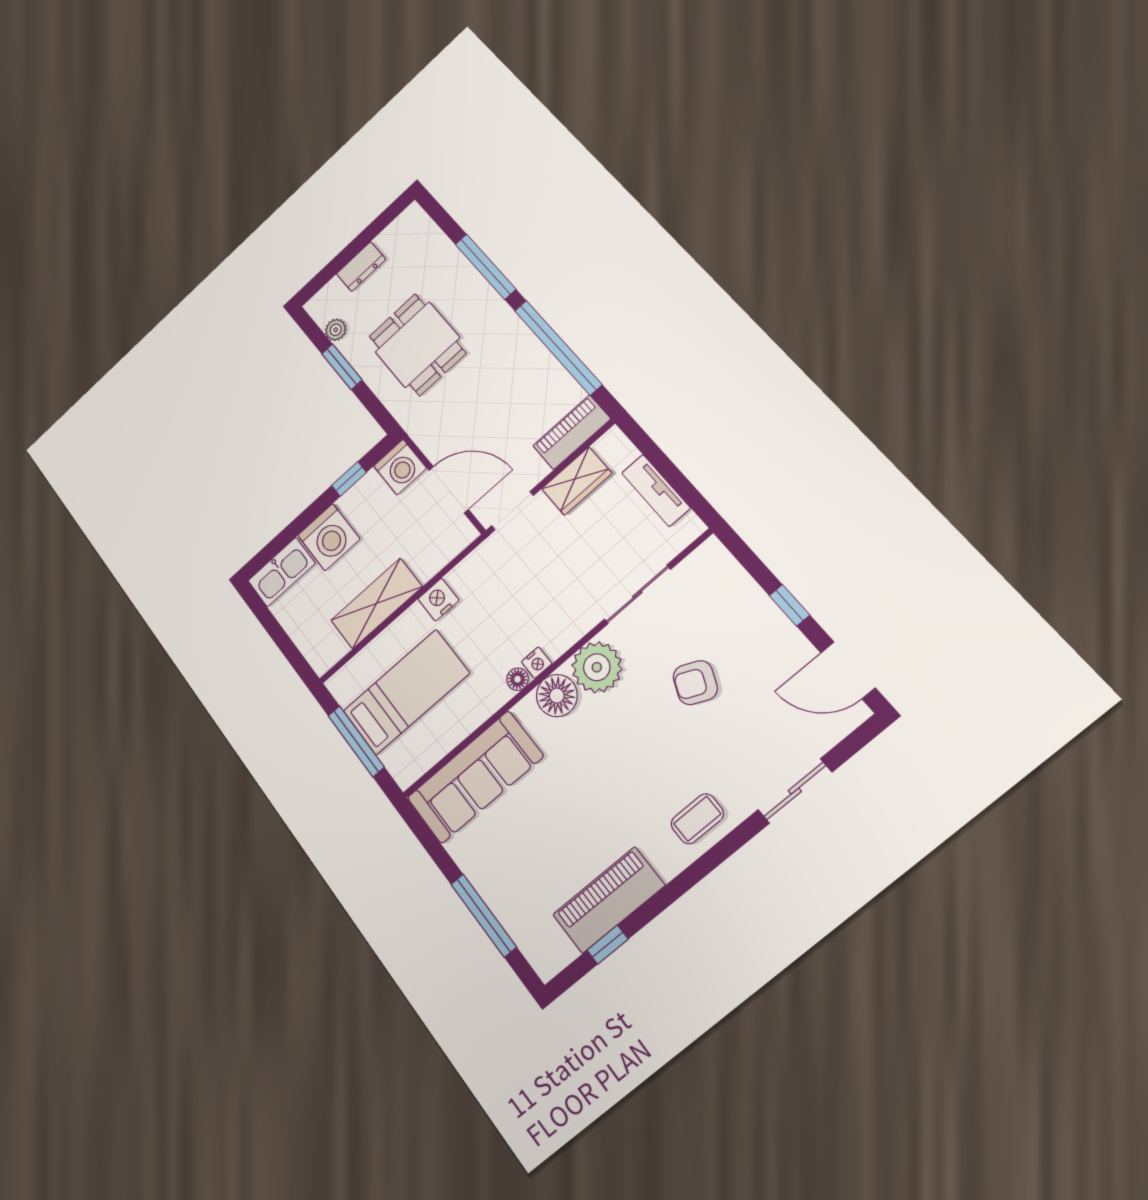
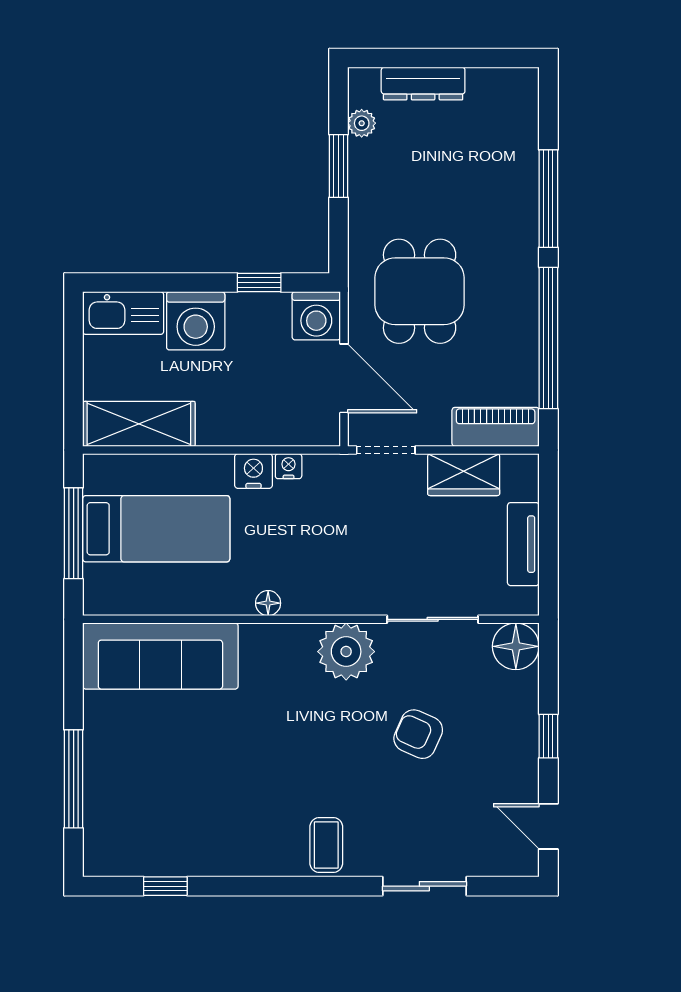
dresser: (361, 267) -> (423, 84), width x1.44
dining table: (417, 345) -> (420, 291), moved
shelving: (376, 604) -> (139, 424), moved
nightstand: (537, 663) -> (289, 466), moved, turned 180
door: (848, 670) -> (548, 826), width x0.73
floor lamp: (557, 696) -> (516, 646), moved
coffee table: (697, 819) -> (326, 845), turned 90
piano: (609, 900) -> (196, 851), removed

